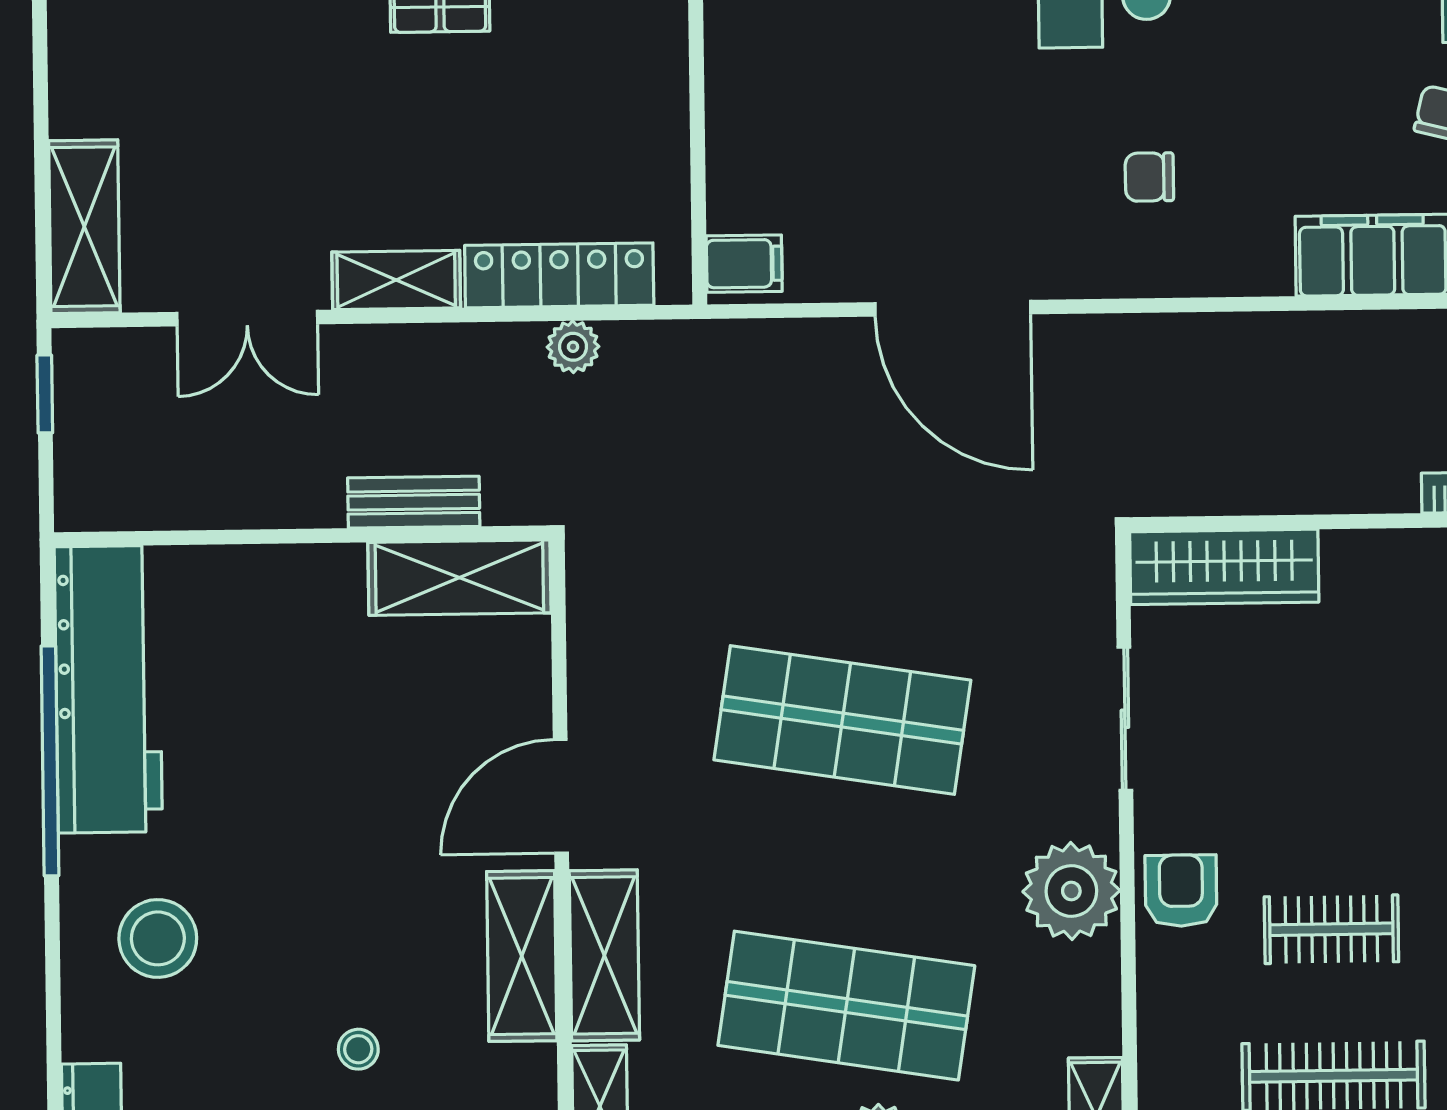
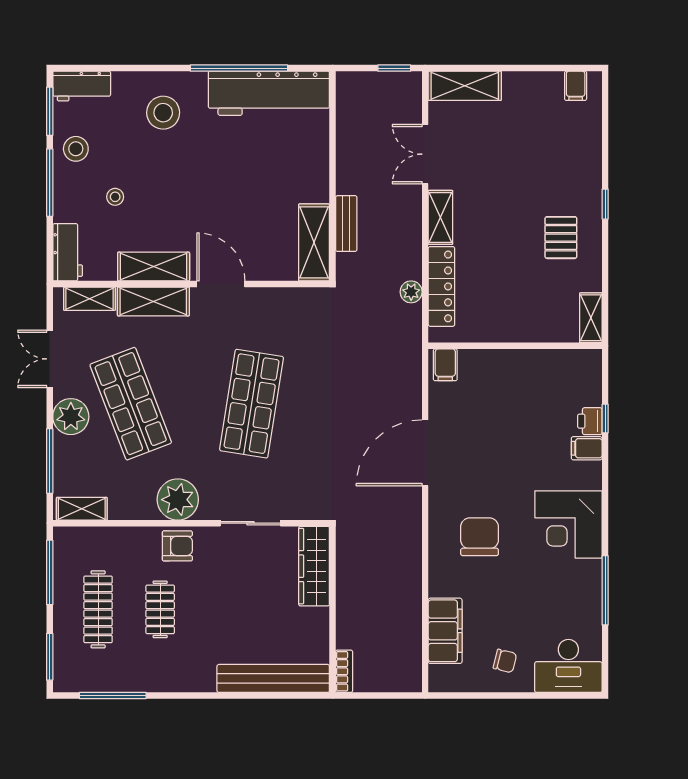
chair: (1149, 177) -> (480, 537), width x1.87, depth x1.87
shop shelf: (846, 1006) -> (131, 404), turned -30

